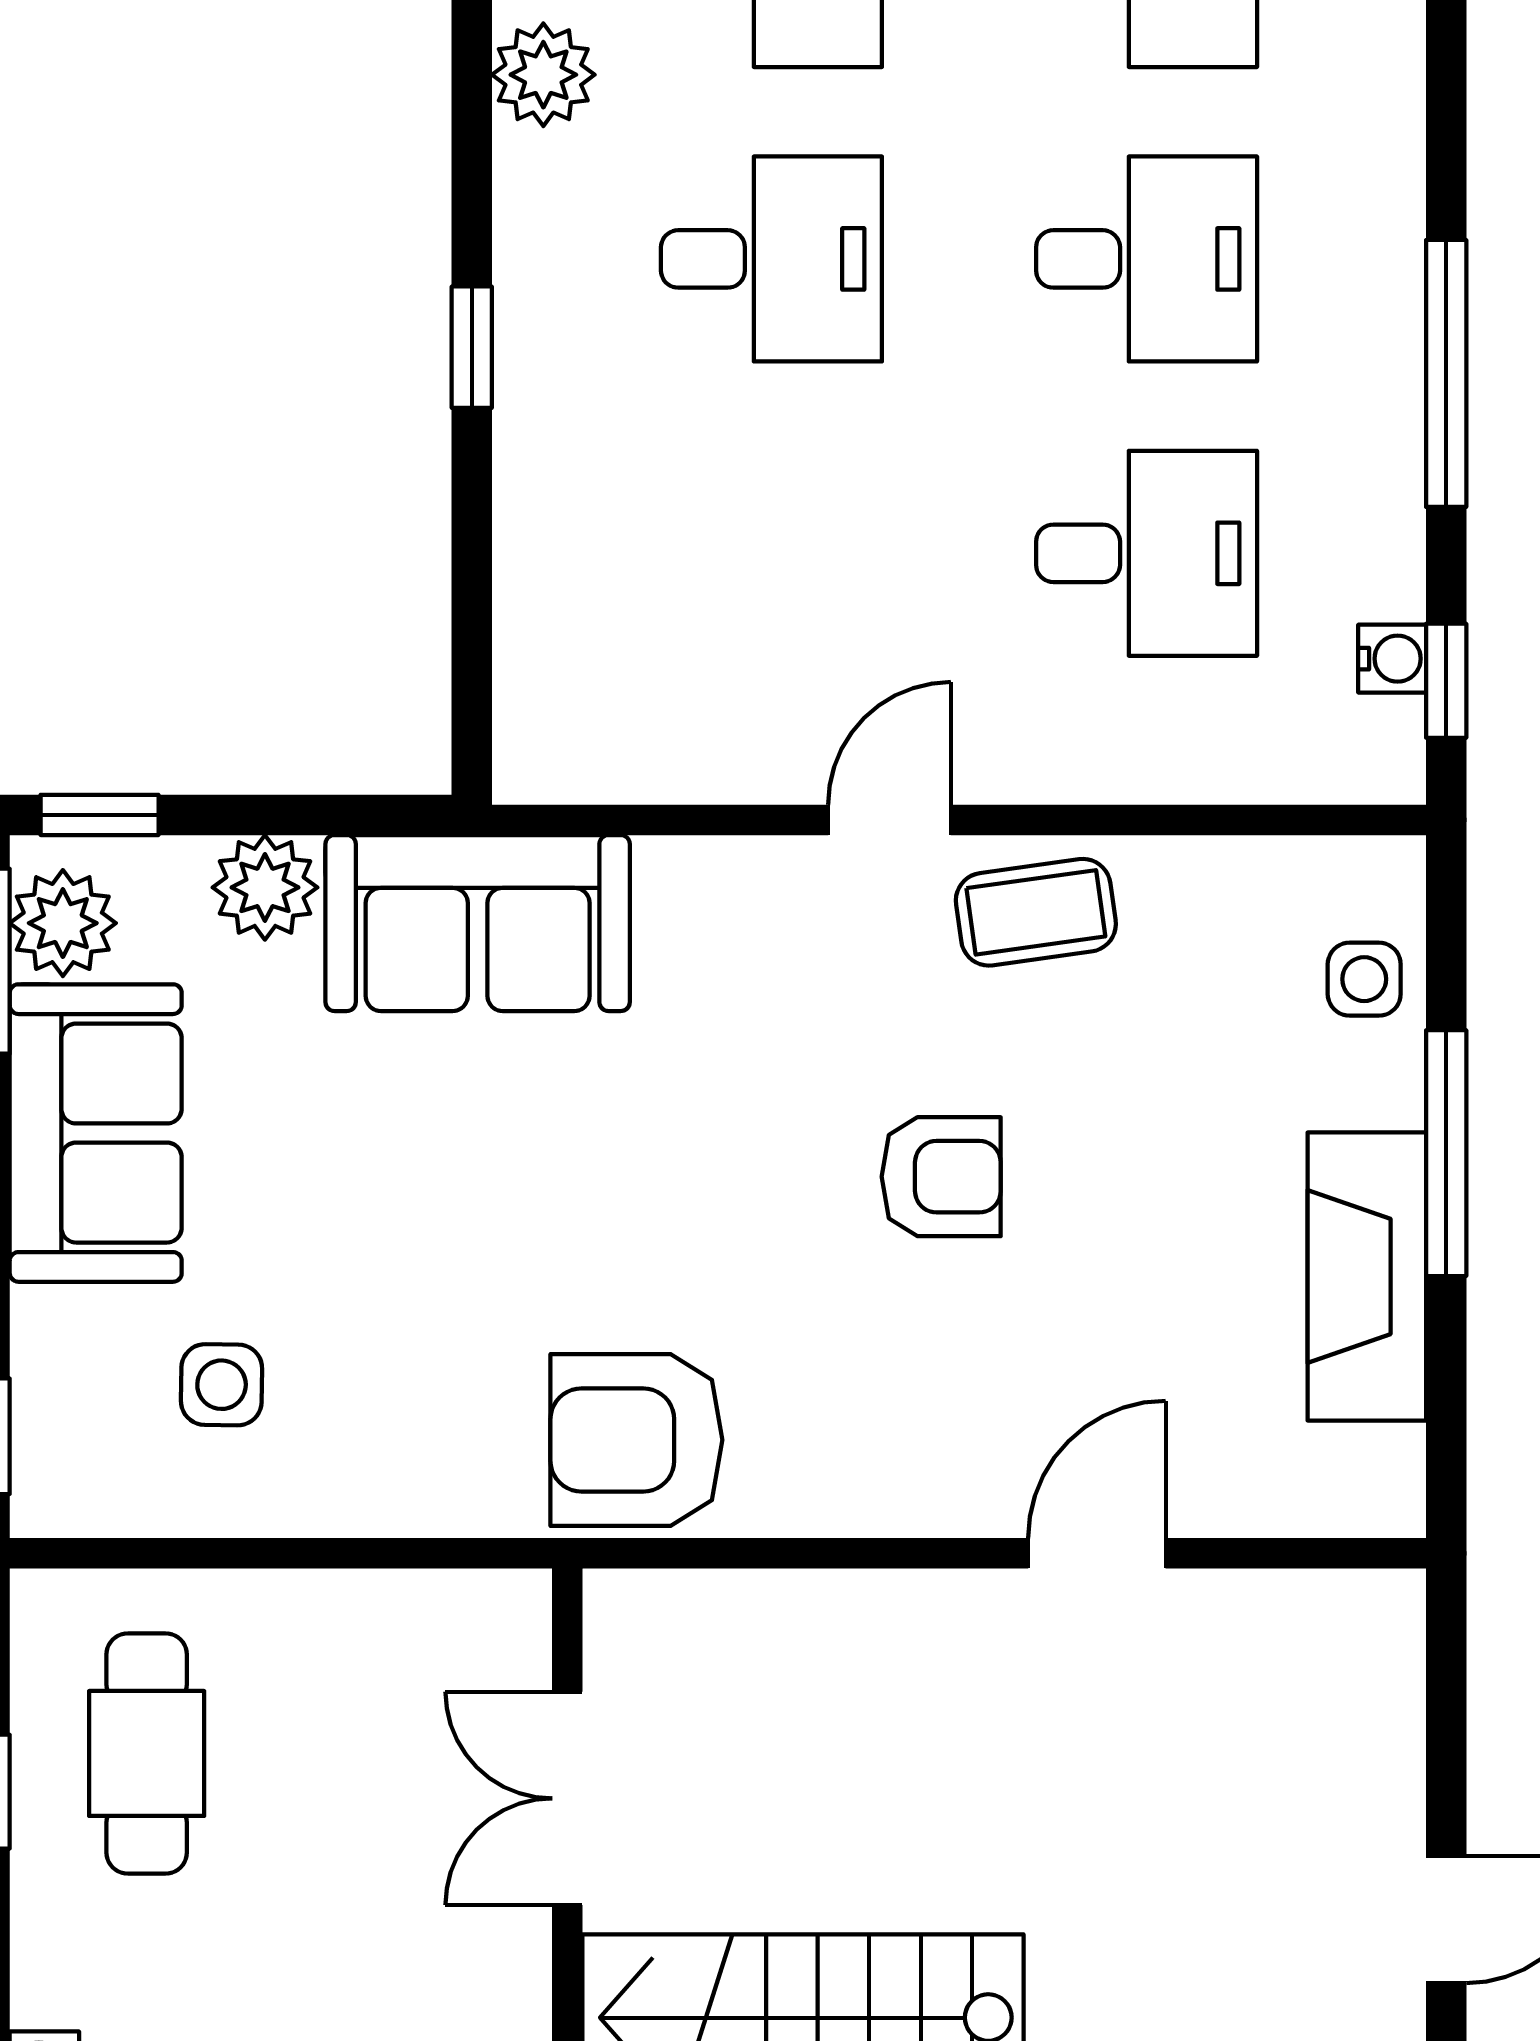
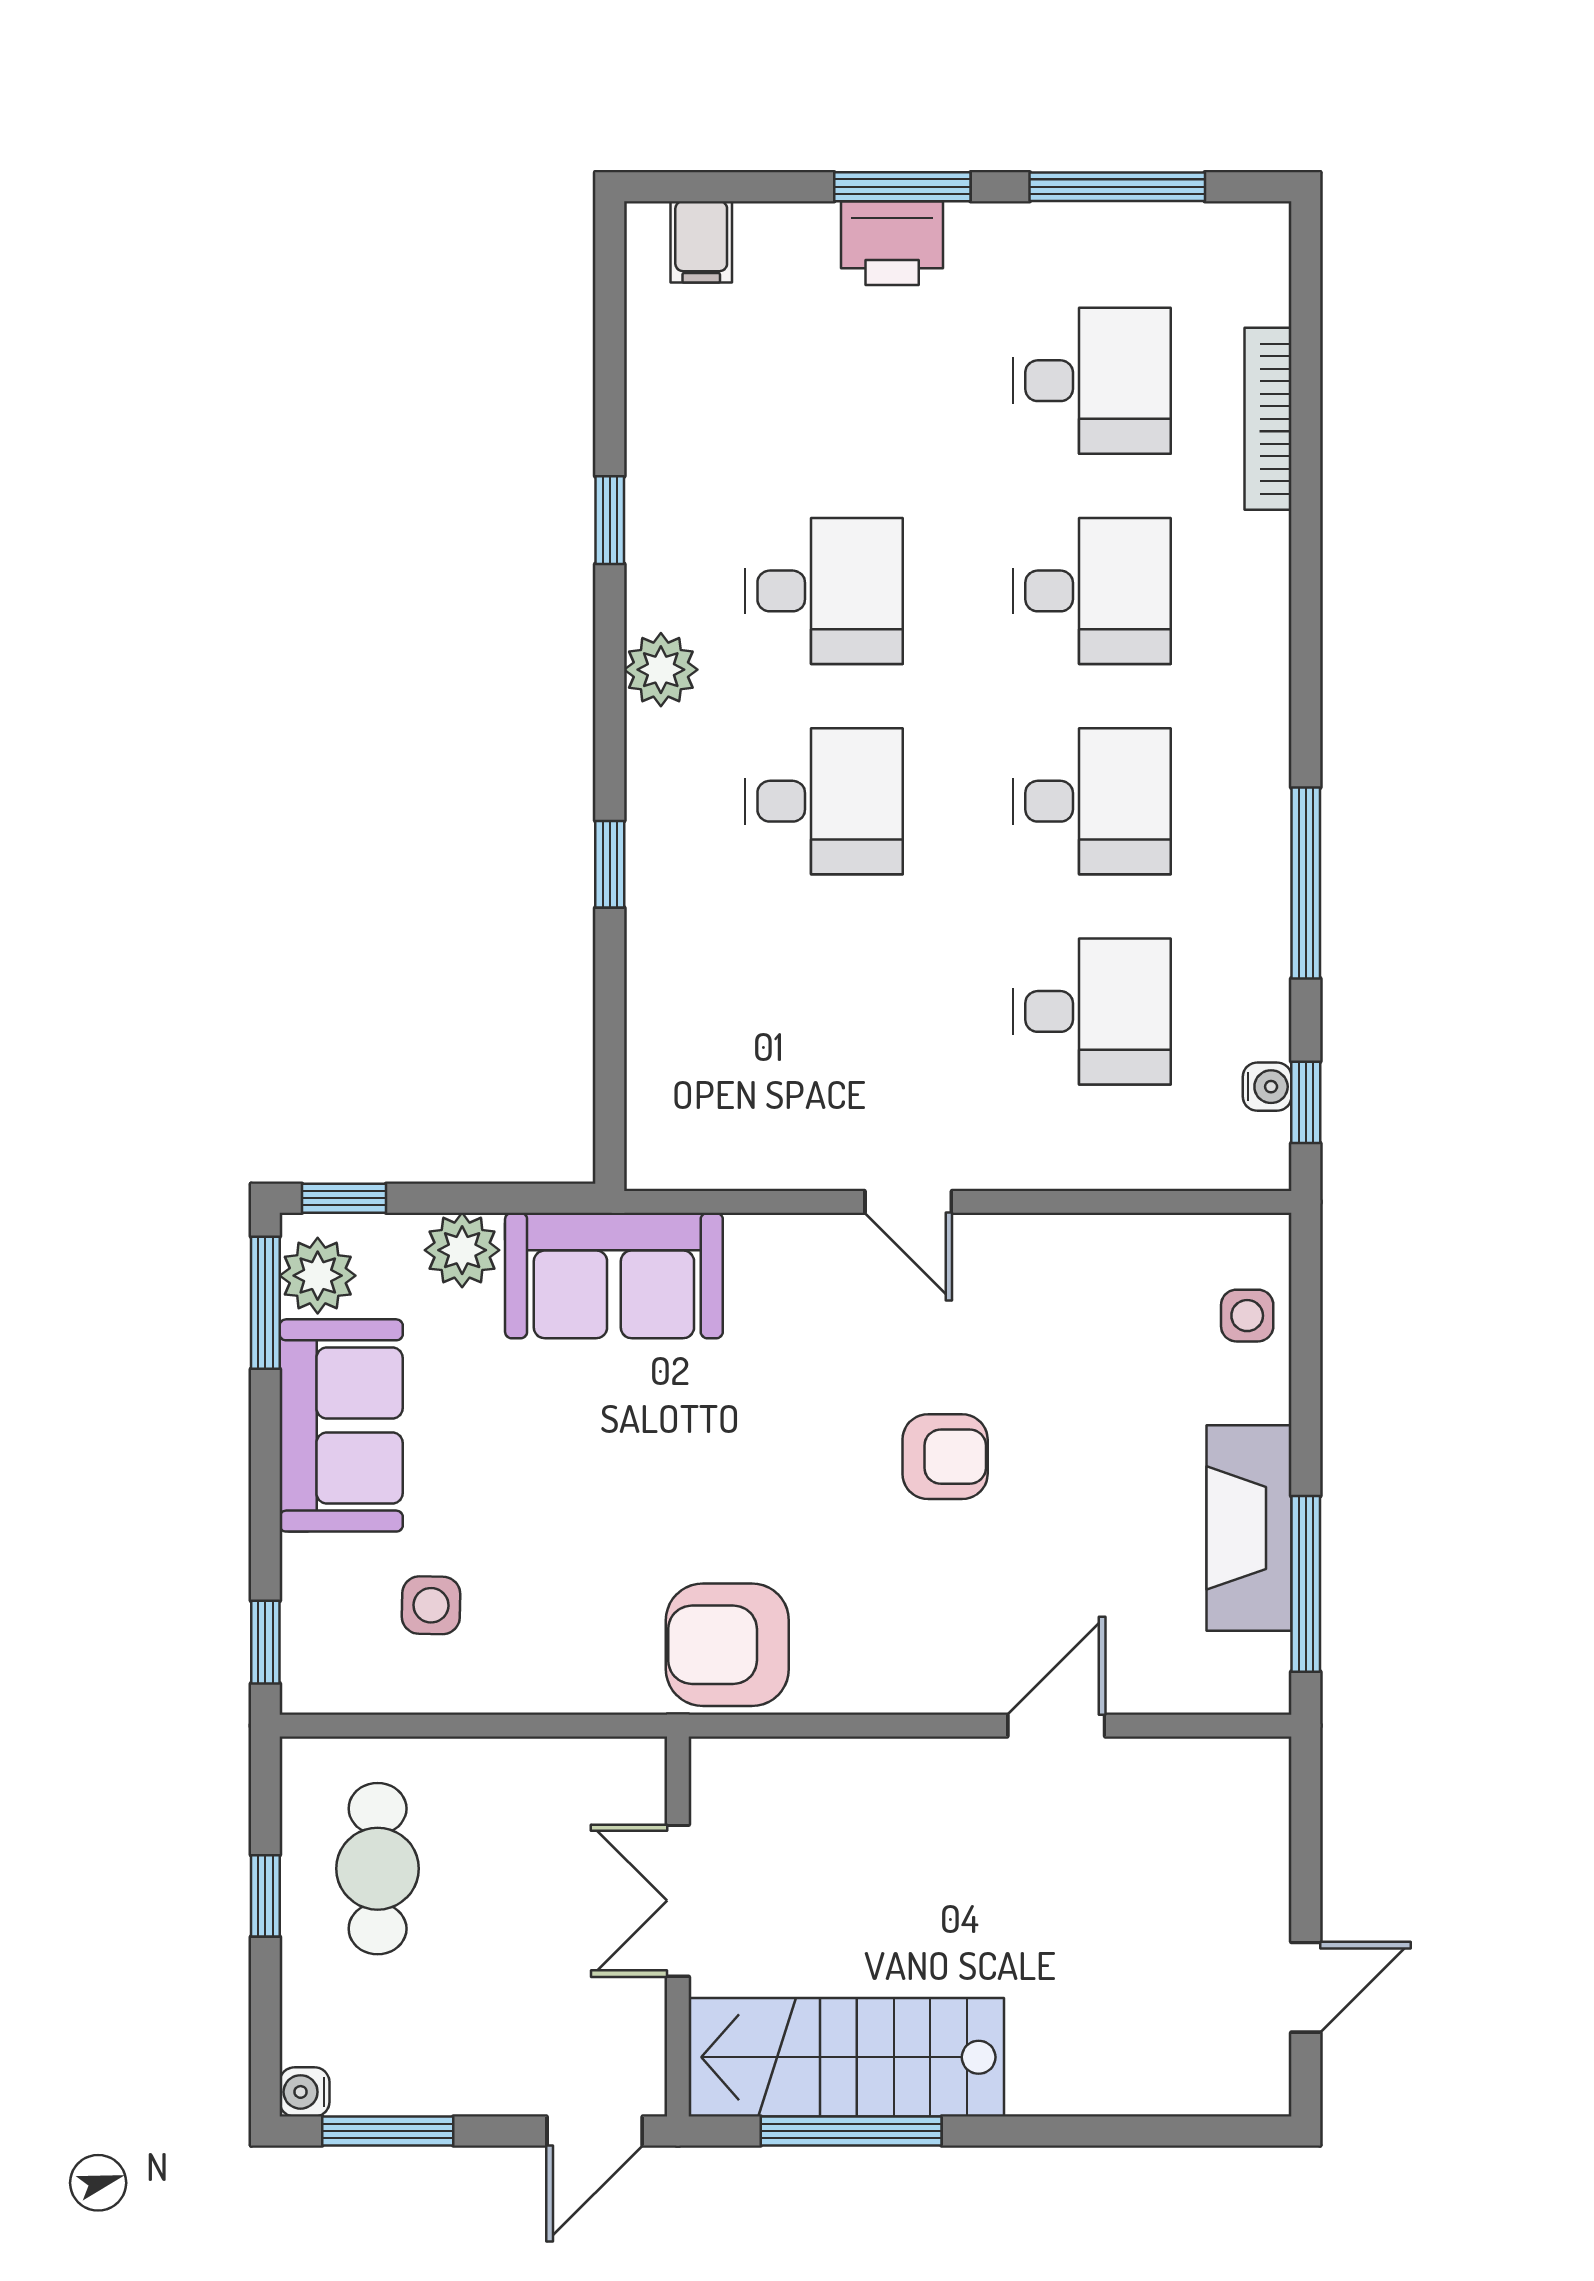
door: (890, 820) -> (908, 1202), swing flipped
coffee table: (1036, 912) -> (1013, 1268), removed
window: (1446, 1153) -> (1306, 1584), moved

